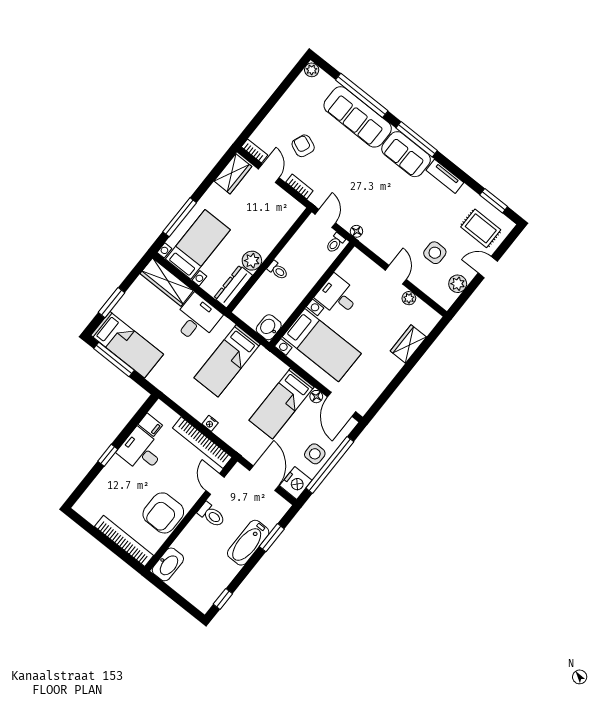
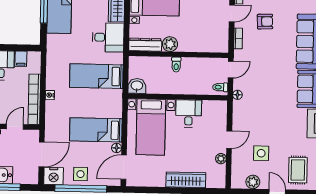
armchair: (303, 146) -> (265, 22), turned 66
wardrobe: (408, 344) -> (186, 180), width x1.50

